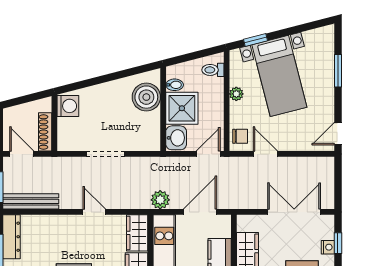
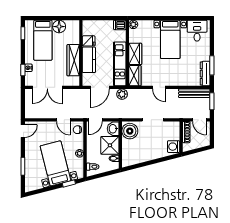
boiler: (146, 97) -> (130, 131), moved

